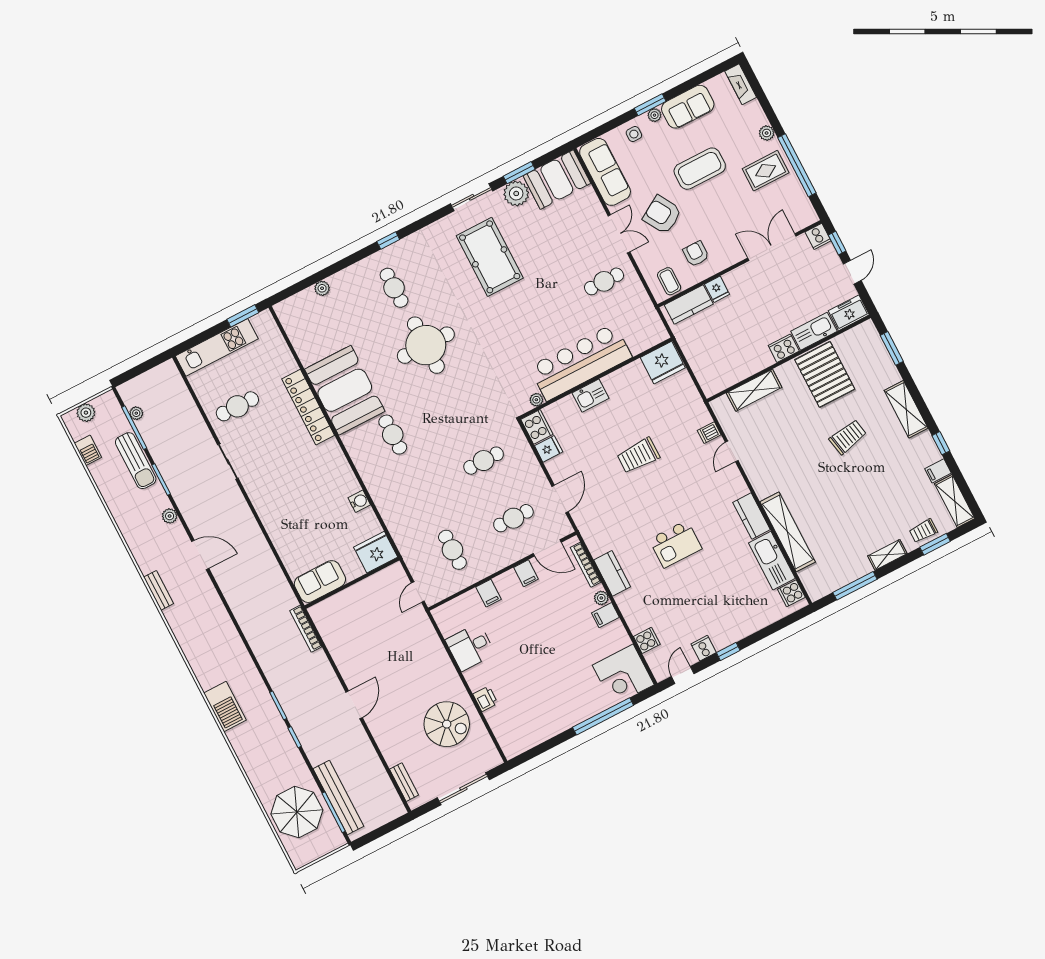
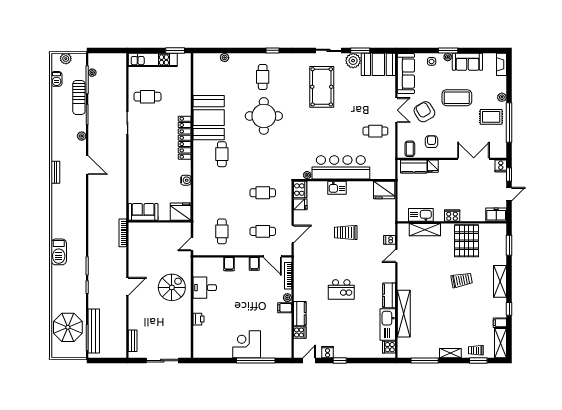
kitchen sink: (814, 331) -> (421, 215), moved
locker: (308, 407) -> (185, 138), moved
kitchen counter: (612, 573) -> (300, 314), moved
corner desk: (623, 675) -> (247, 344), moved, turned 90
spiral stairs: (447, 724) -> (172, 287), moved, turned -90

